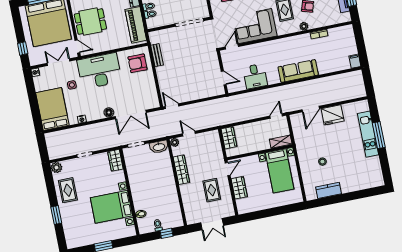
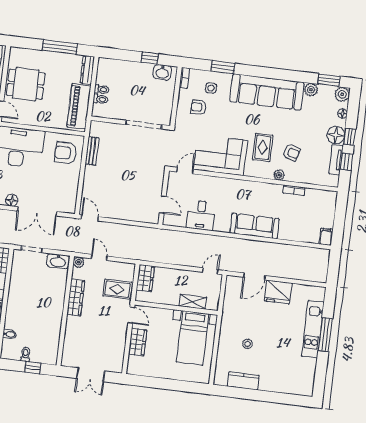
shelving: (281, 142) -> (193, 302), moved
door: (228, 169) -> (131, 315), hinge flipped
rug: (212, 190) -> (117, 289), moved, turned 90

